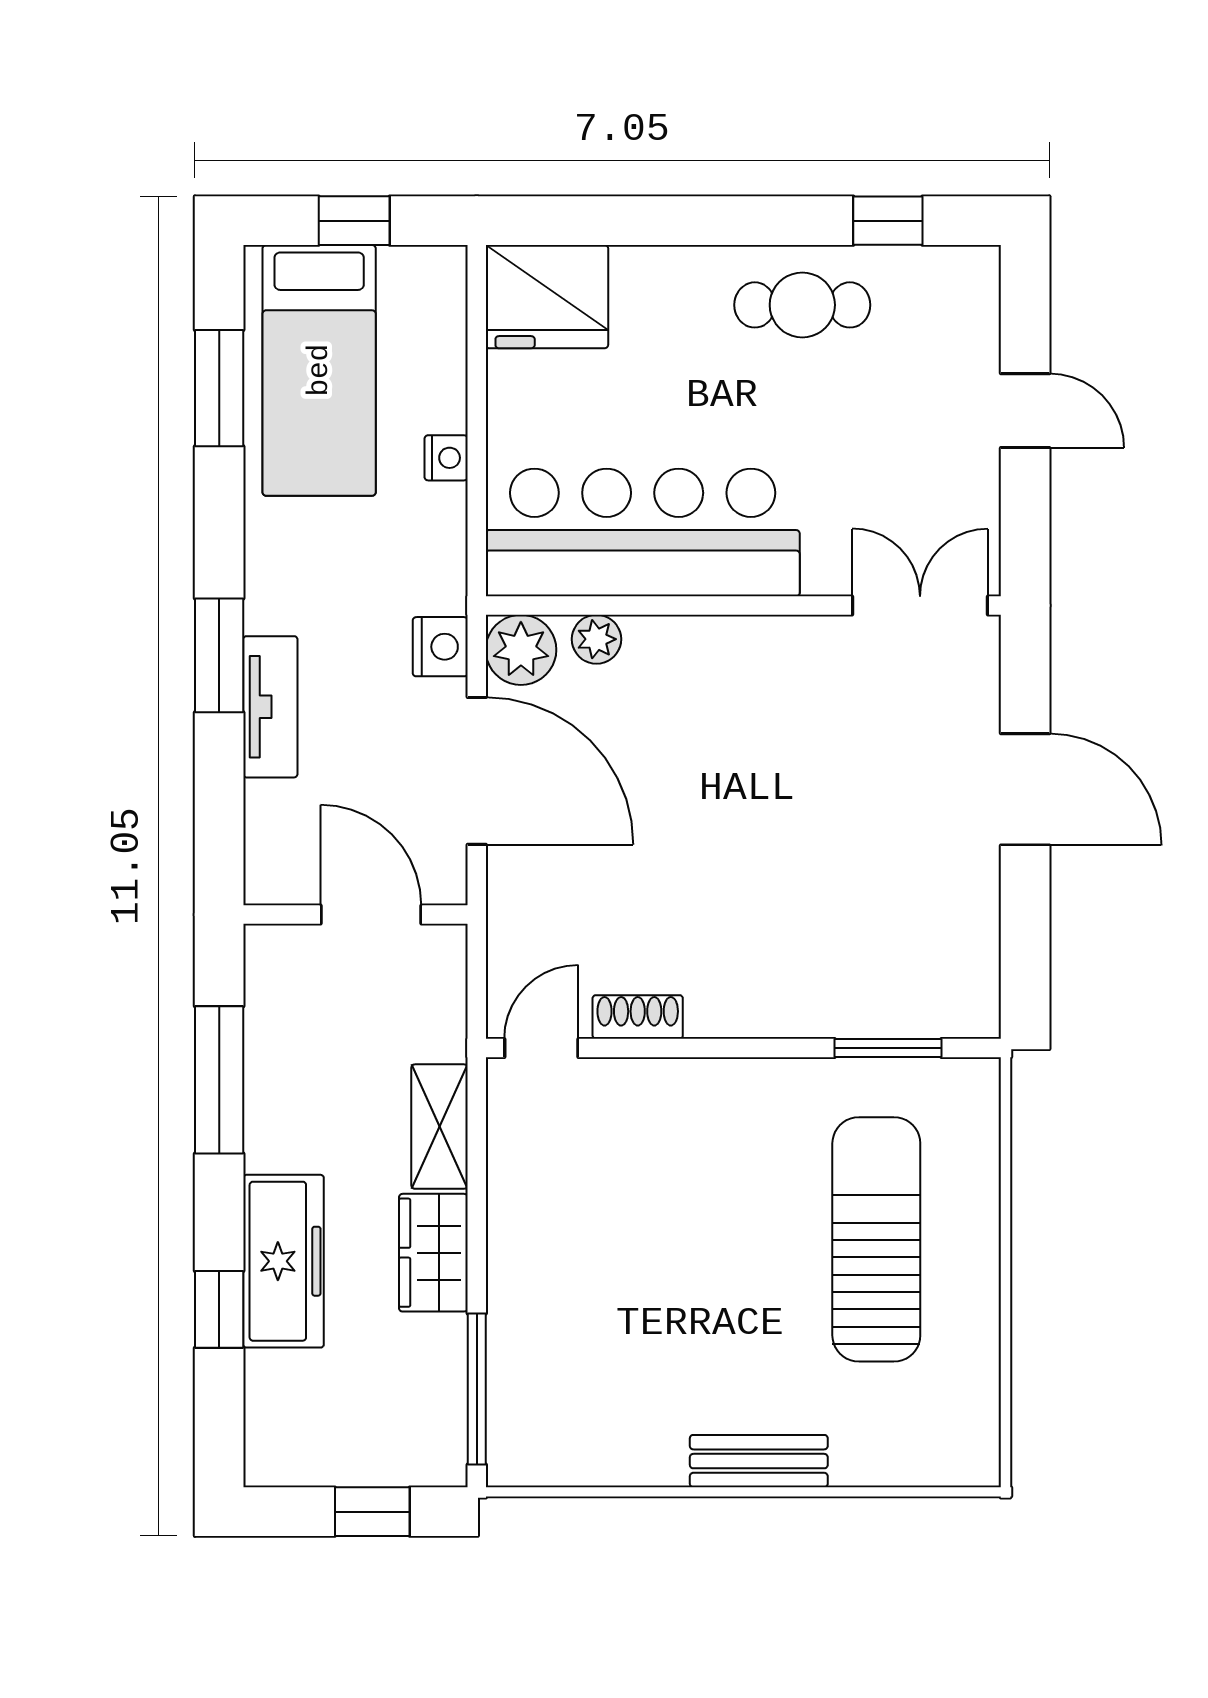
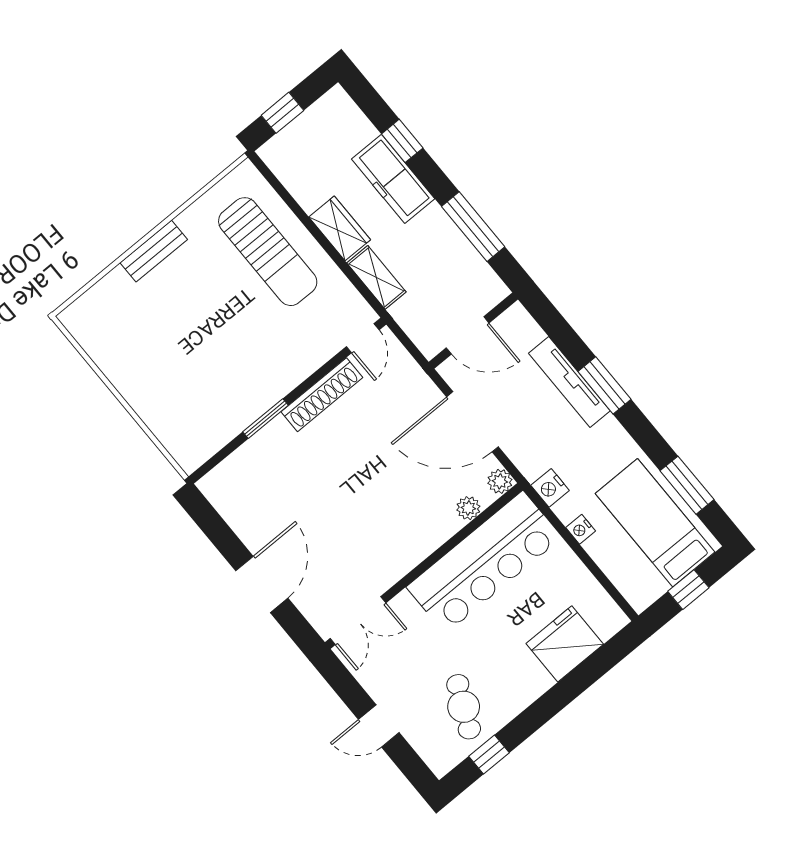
fridge: (547, 297) -> (565, 644), moved
cafe table: (802, 305) -> (464, 707), moved, turned -65
nightstand: (440, 647) -> (550, 488), moved
plant: (521, 650) -> (500, 481), width x0.73, depth x0.73
tv unit: (270, 707) -> (569, 382), width x1.41
door: (1025, 789) -> (262, 584), swing flipped
shoe rack: (638, 1017) -> (322, 395), width x1.94, depth x1.24
window: (888, 1048) -> (266, 419), moved
sun lounger: (876, 1239) -> (268, 252), moved
window: (477, 1389) -> (281, 191), removed

